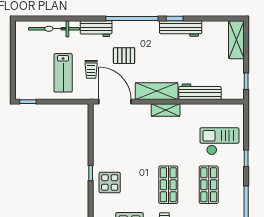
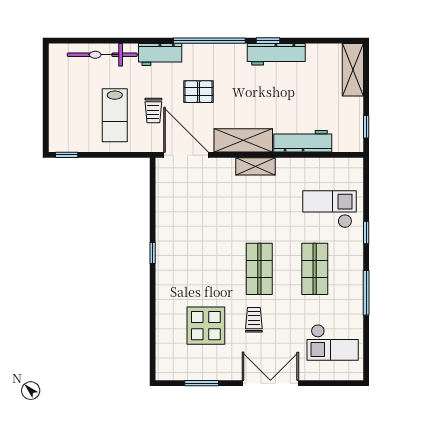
display table: (110, 182) -> (179, 266), removed

